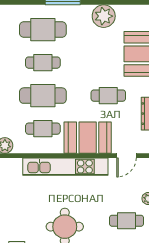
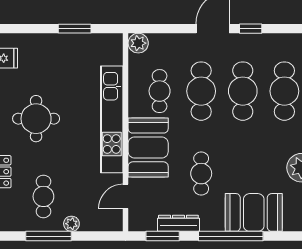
cafe table: (43, 63) -> (243, 91), width x1.37, depth x1.35
door: (126, 156) -> (126, 196), hinge flipped

